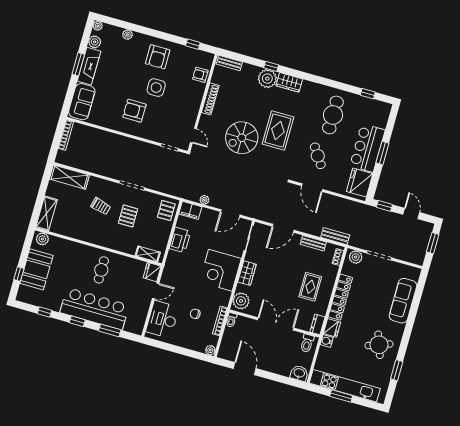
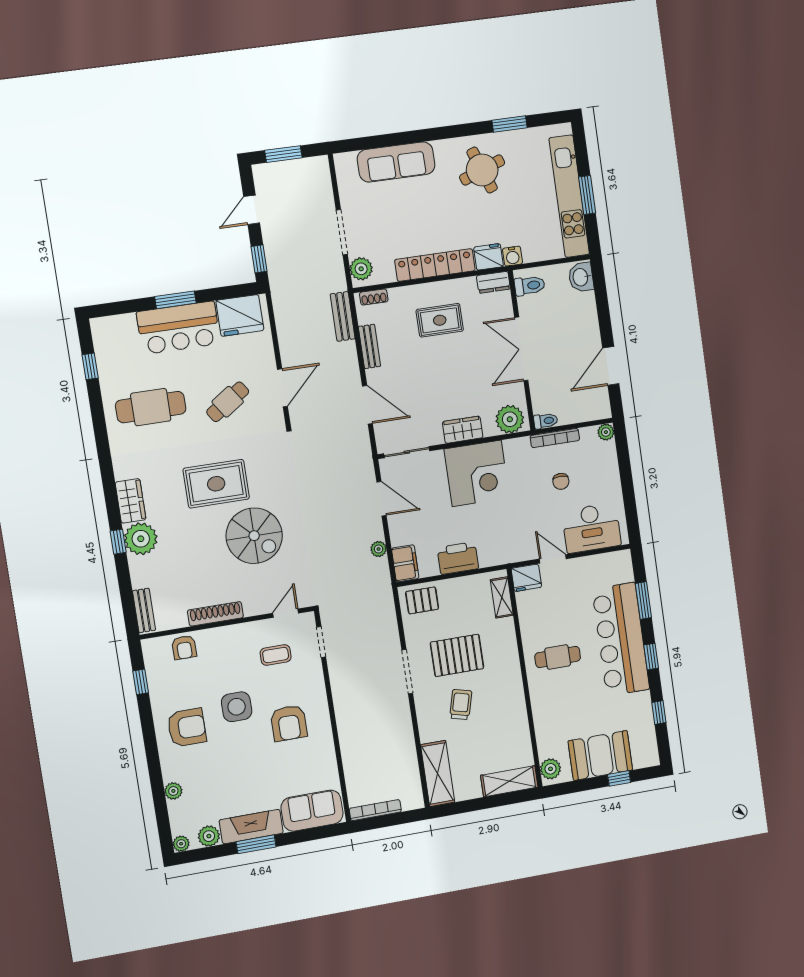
coffee table: (174, 120) -> (276, 655), added
pallet: (128, 216) -> (457, 655), width x1.50, depth x1.42

